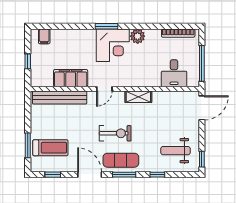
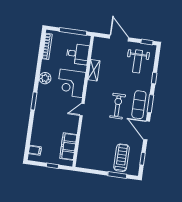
corner desk: (113, 45) -> (71, 83), moved, turned 180
filing cabinet: (71, 78) -> (68, 146), moved
door: (104, 89) -> (82, 110), swing flipped
shelving: (138, 97) -> (94, 70), moved
bench: (60, 98) -> (84, 145), removed
door: (202, 108) -> (119, 38), moved
door: (90, 175) -> (147, 130), hinge flipped

